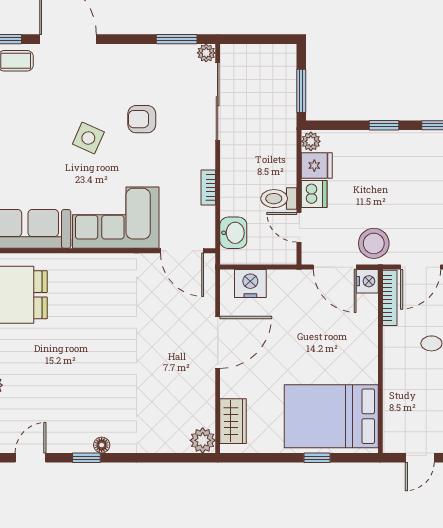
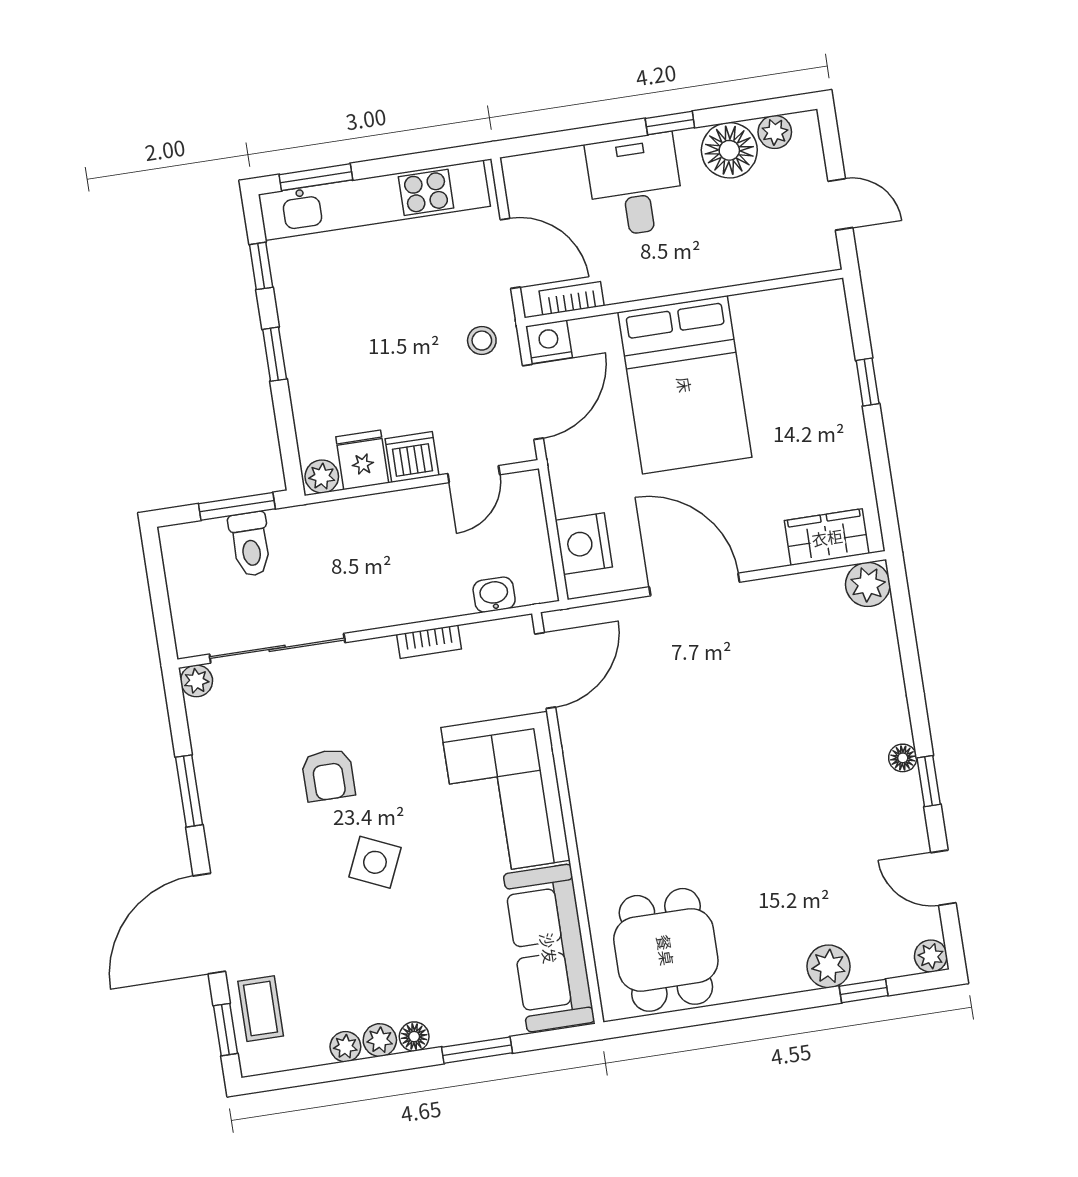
window: (177, 39) -> (189, 791), moved
toilet: (279, 199) -> (250, 544), moved
washbasin: (233, 233) -> (494, 595), width x0.72, depth x0.69
stool: (374, 243) -> (482, 341), width x0.53, depth x0.53
bookcase: (390, 298) -> (572, 298), width x0.64
bed: (331, 416) -> (685, 385), moved

